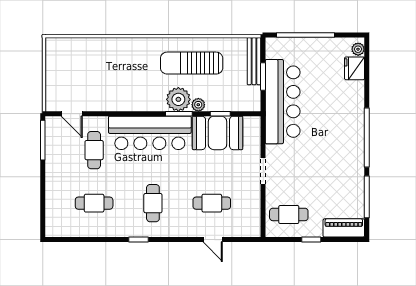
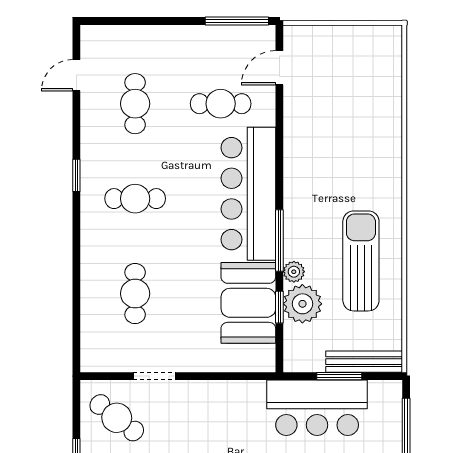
plant: (178, 99) -> (302, 304), moved
bar counter: (283, 102) -> (317, 408), width x0.73
window: (179, 114) -> (279, 241), width x1.44
doorway: (263, 171) -> (154, 376), moved
cafe table: (289, 214) -> (117, 418), turned -52
door: (213, 240) -> (76, 75), moved

